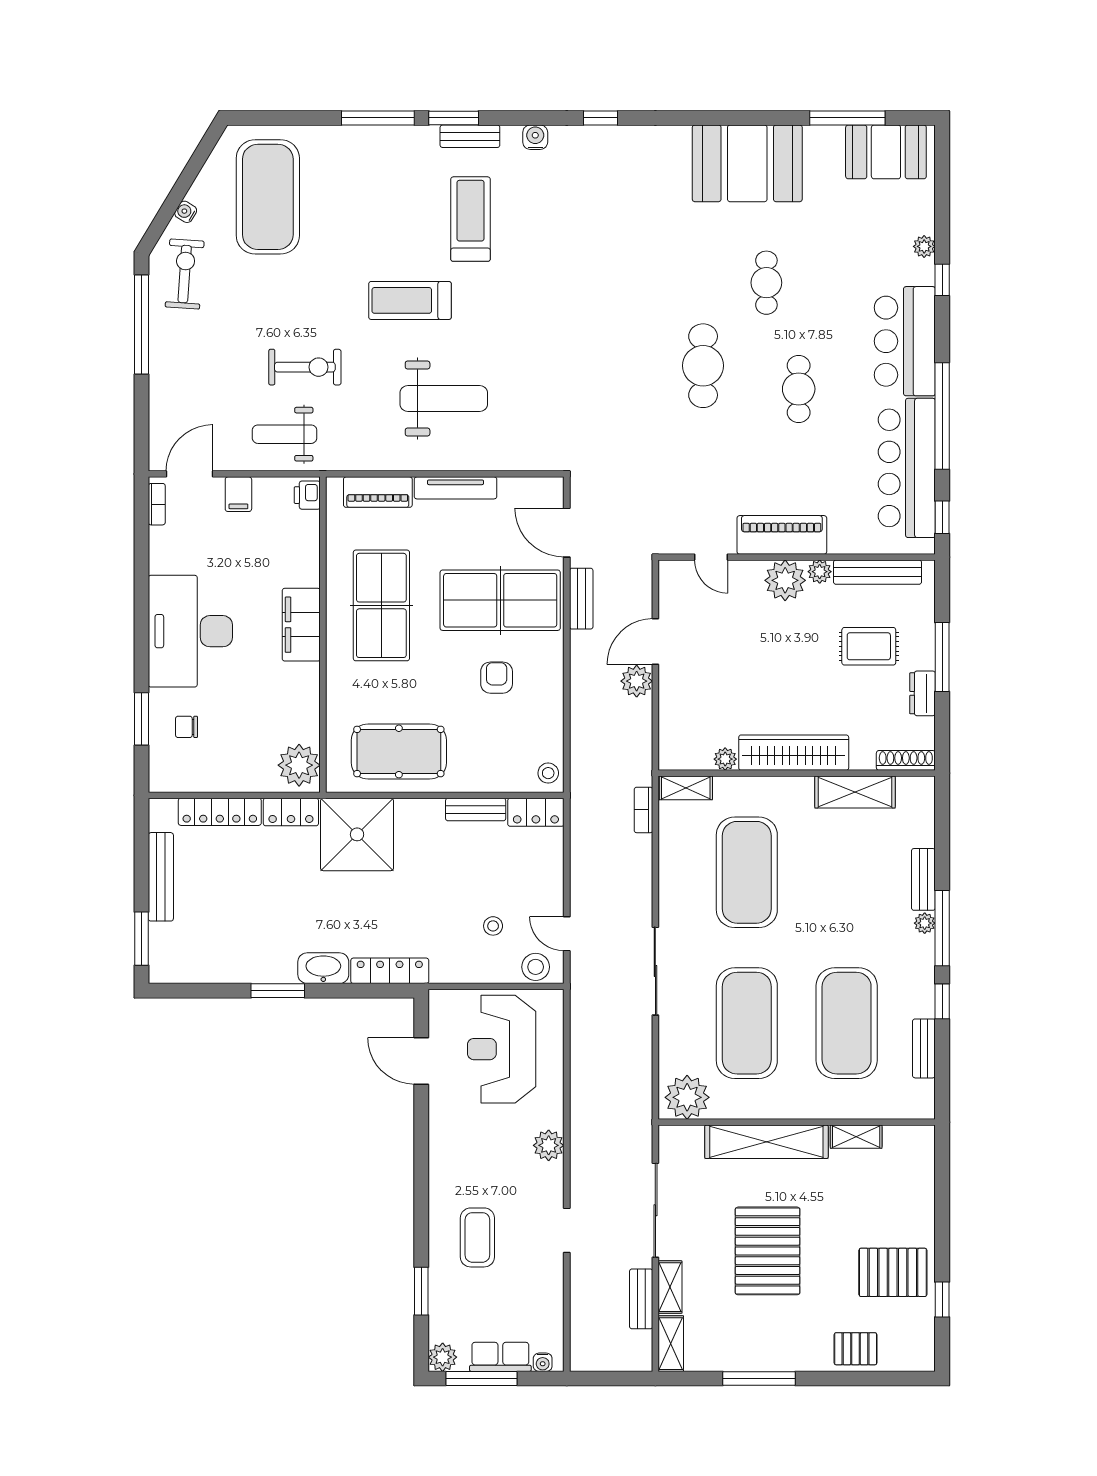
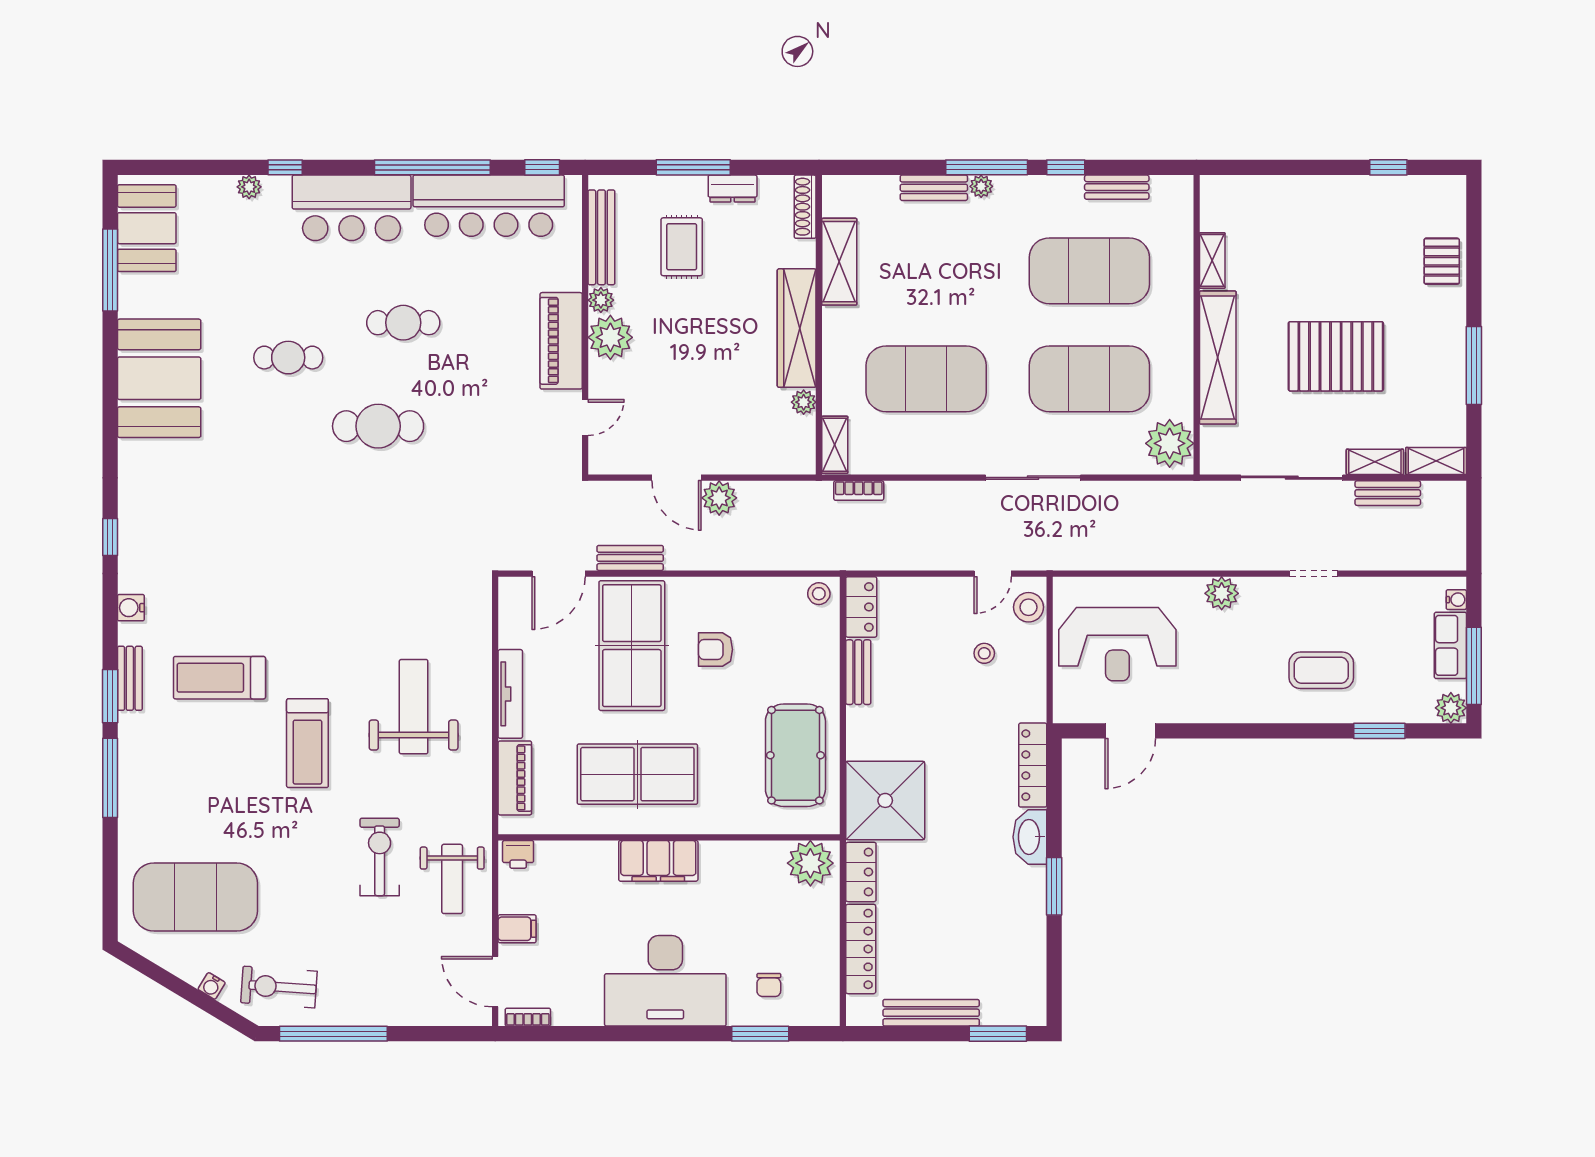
pallet: (893, 1272) -> (1359, 221), removed

